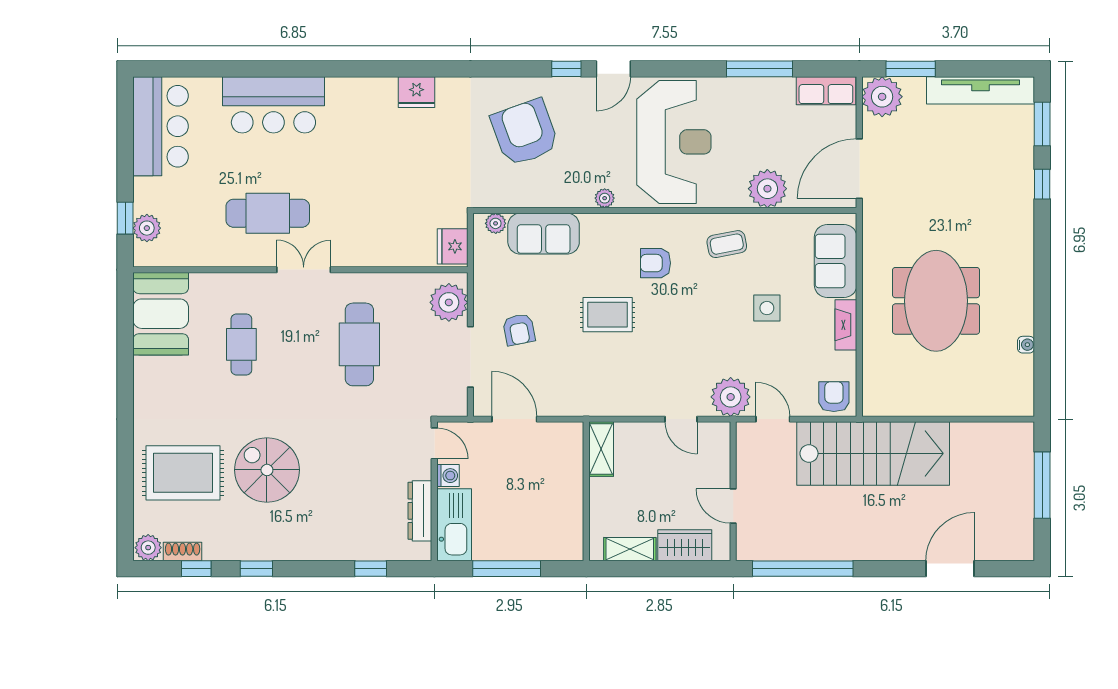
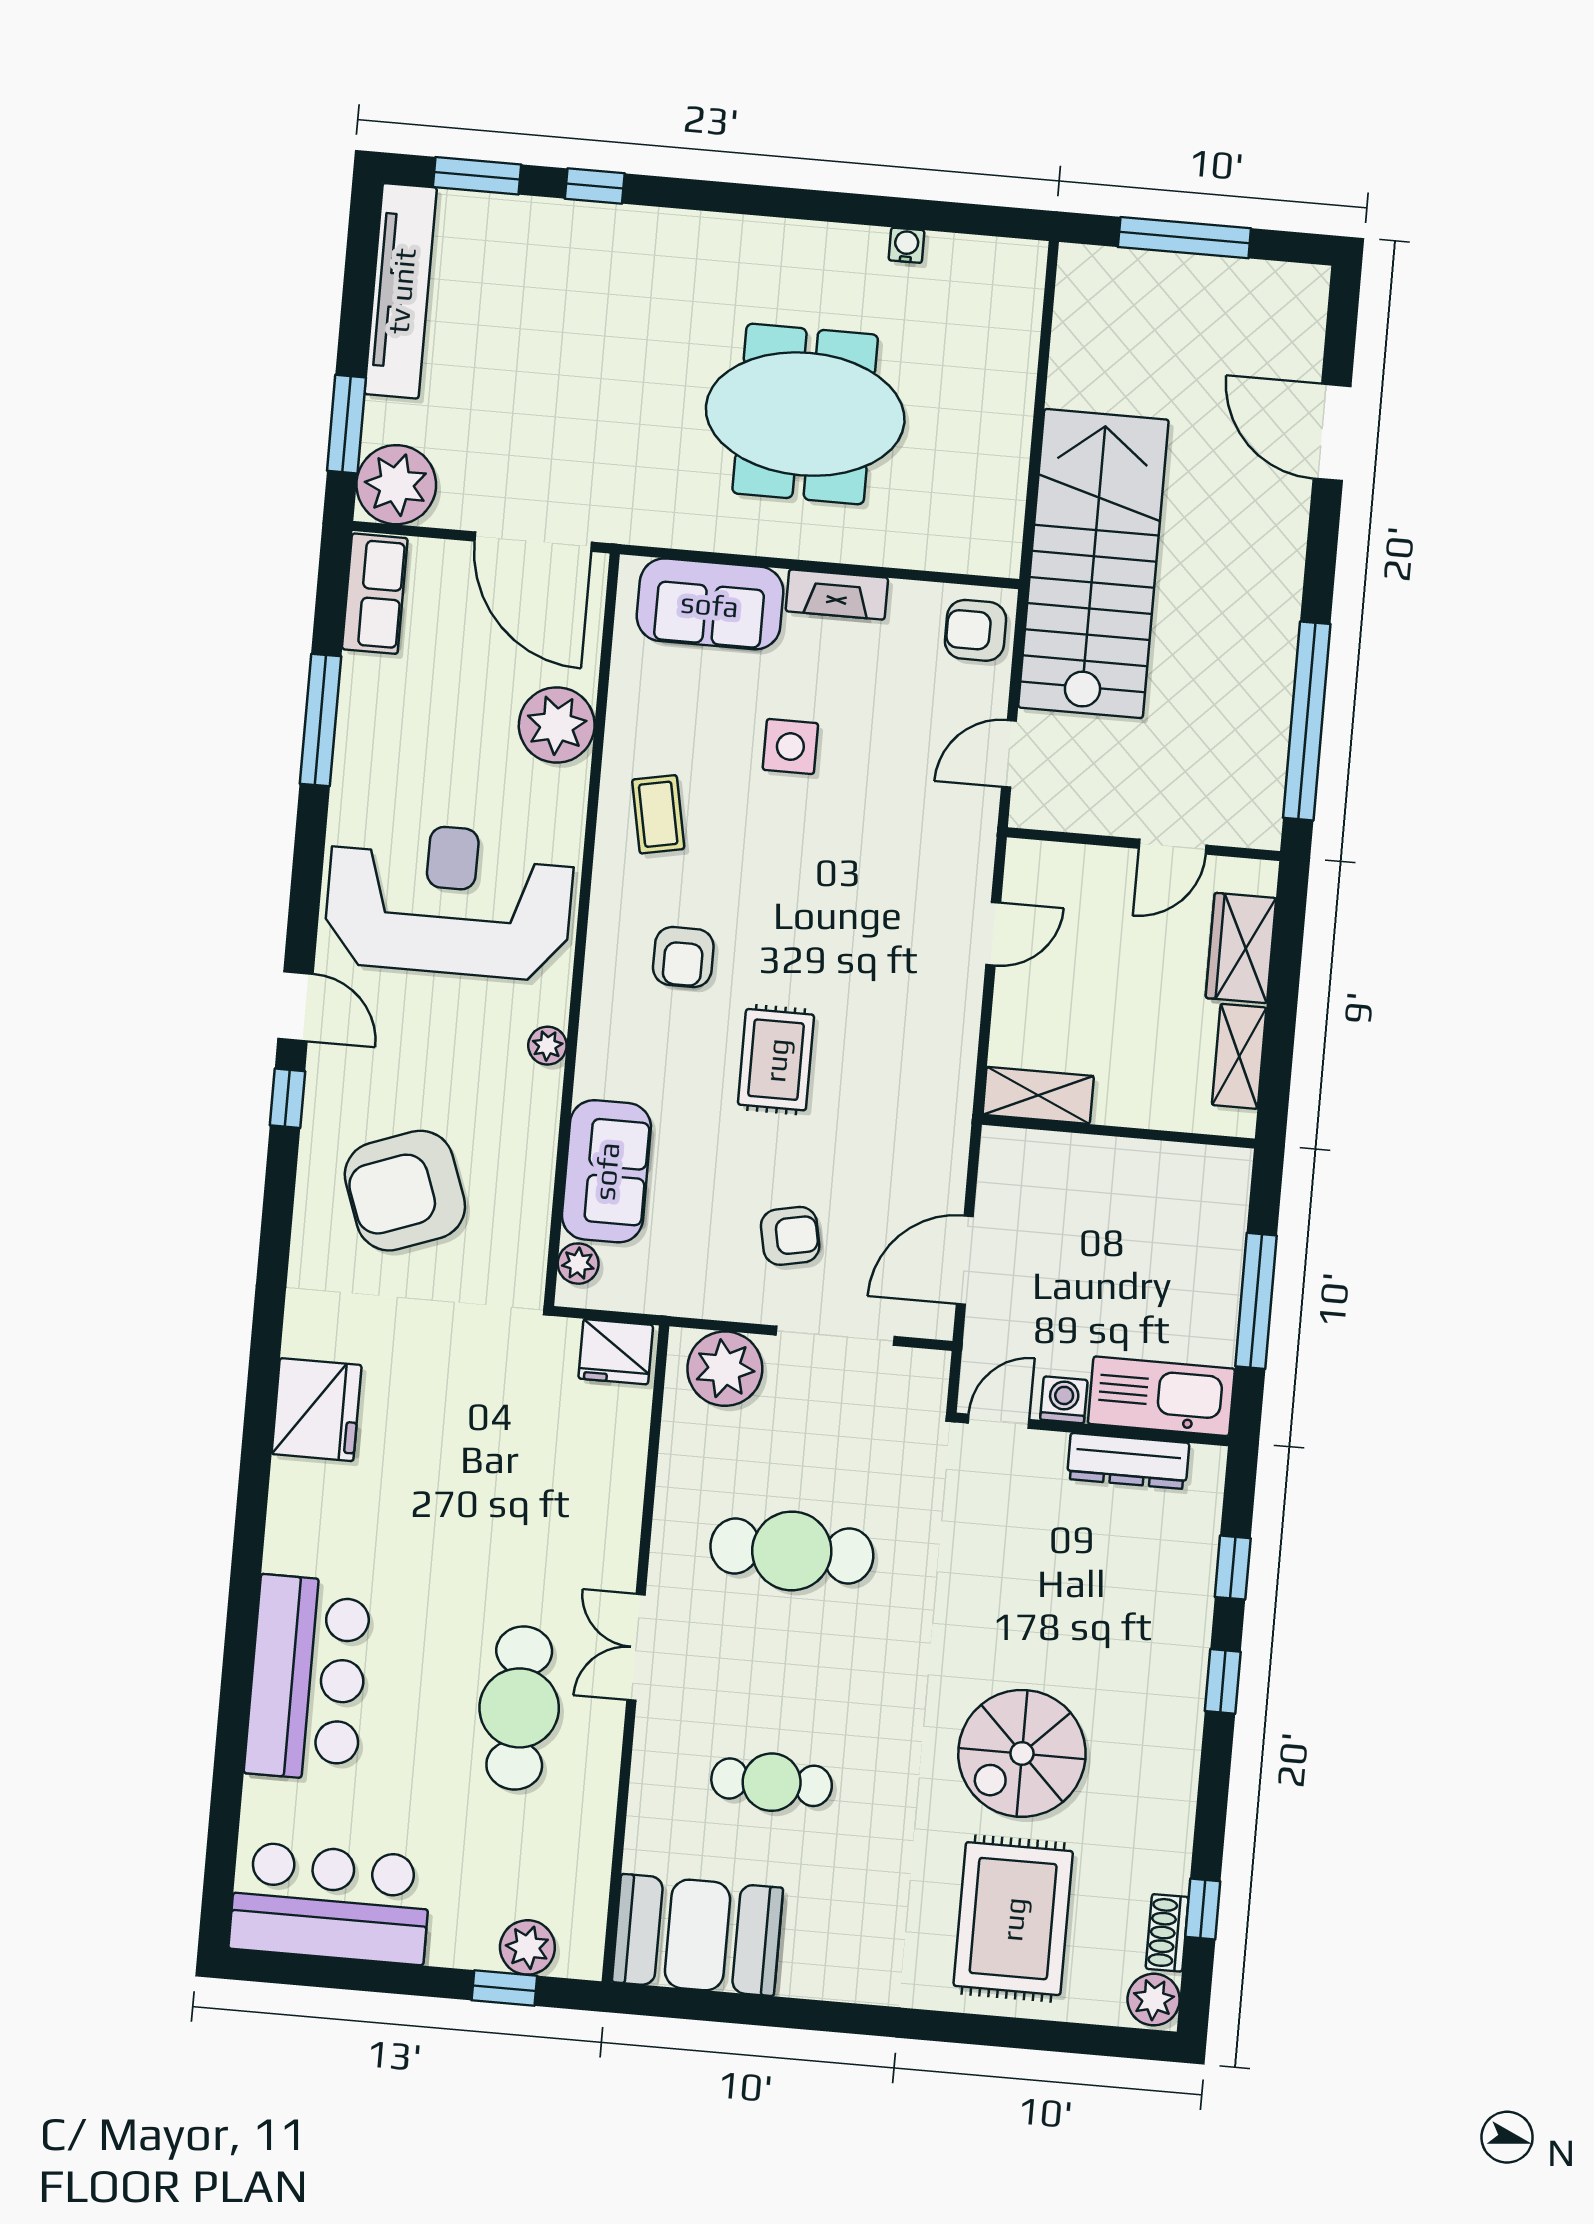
fridge: (416, 92) -> (317, 1410), width x1.36, depth x1.34
plant: (731, 397) -> (958, 833), removed
window: (256, 569) -> (1223, 1681), moved

